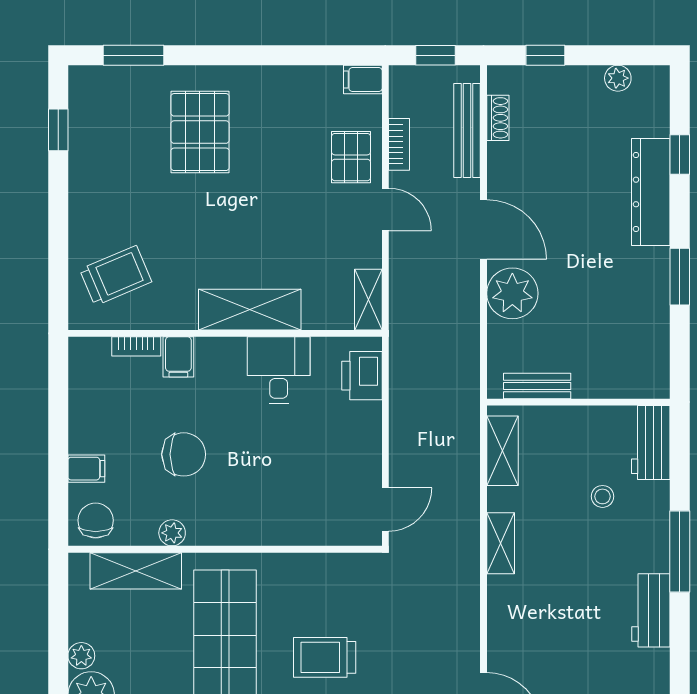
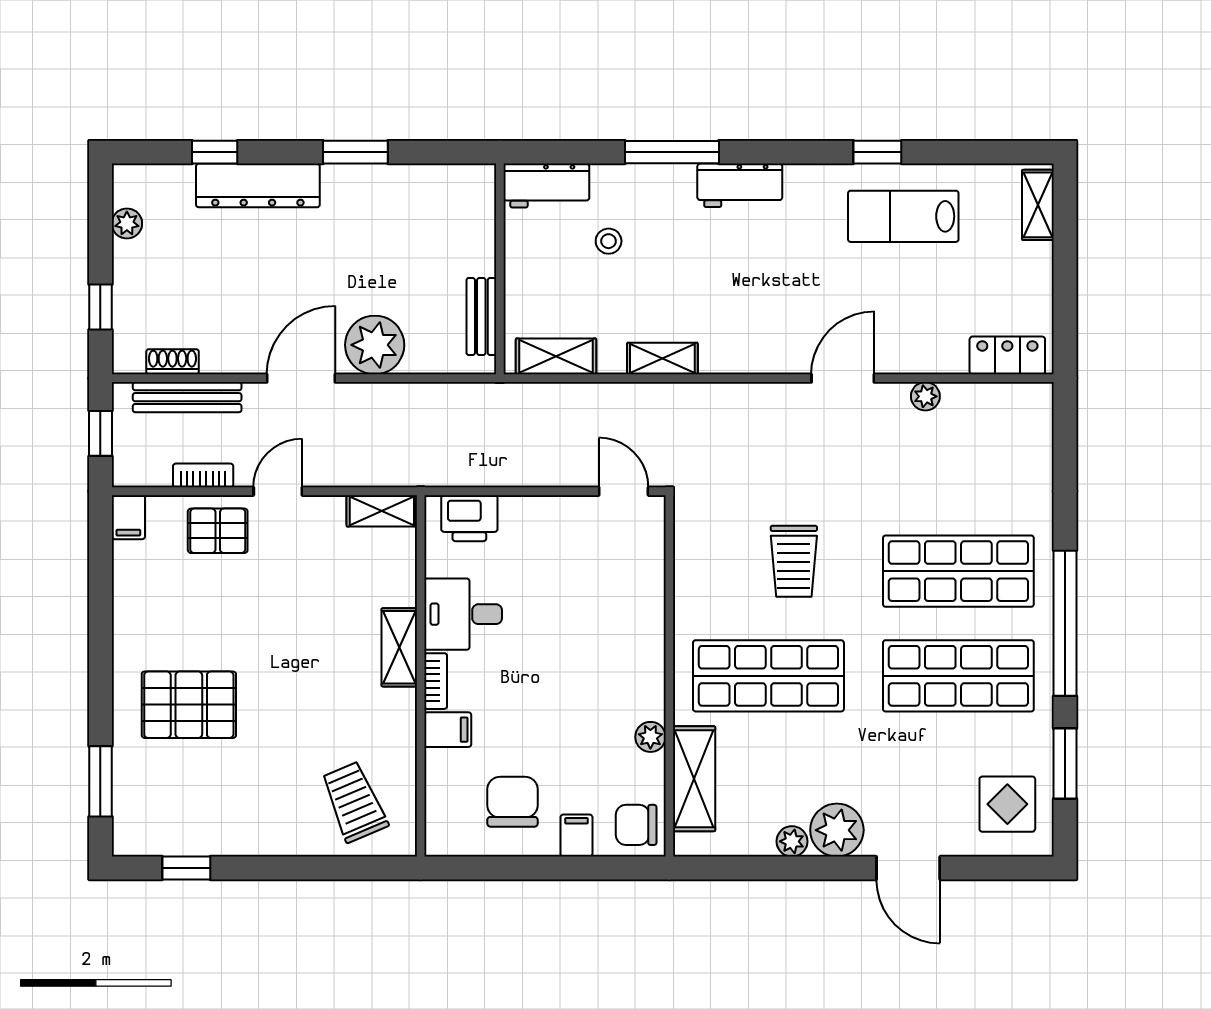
shelving: (250, 310) -> (399, 647), width x0.67, depth x0.75
bookcase: (136, 346) -> (436, 681), moved
chair: (184, 454) -> (512, 802), moved

